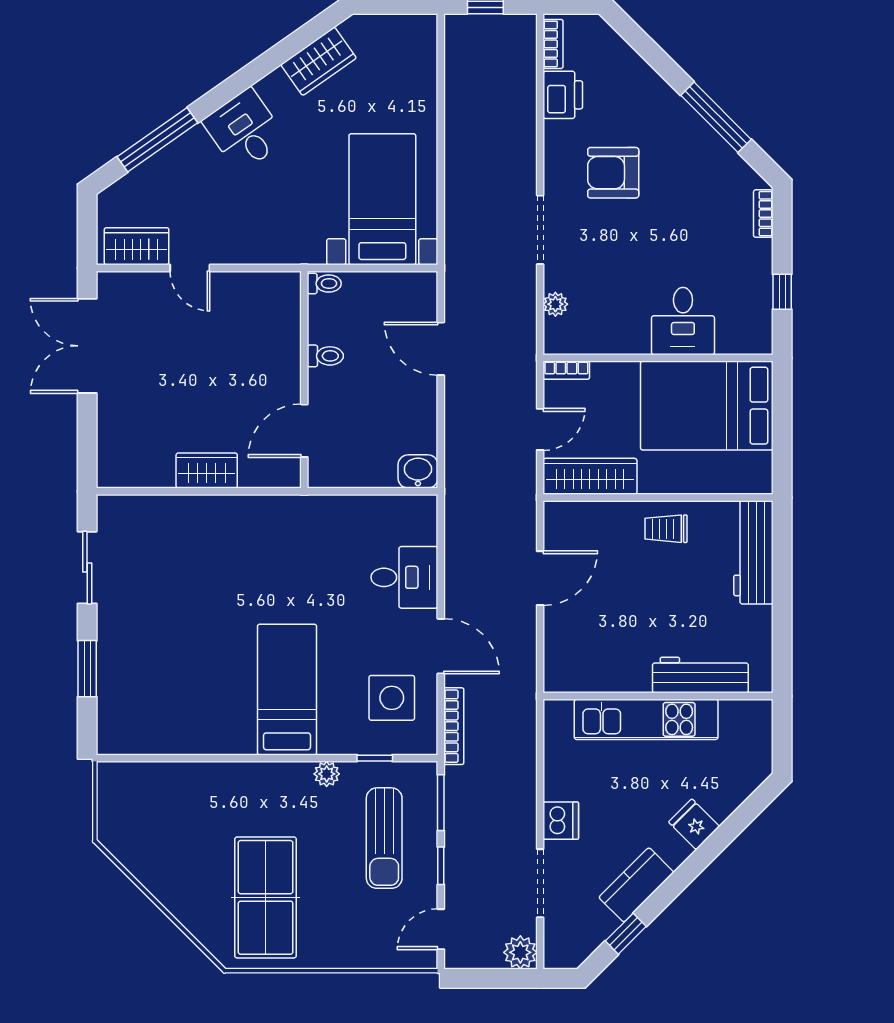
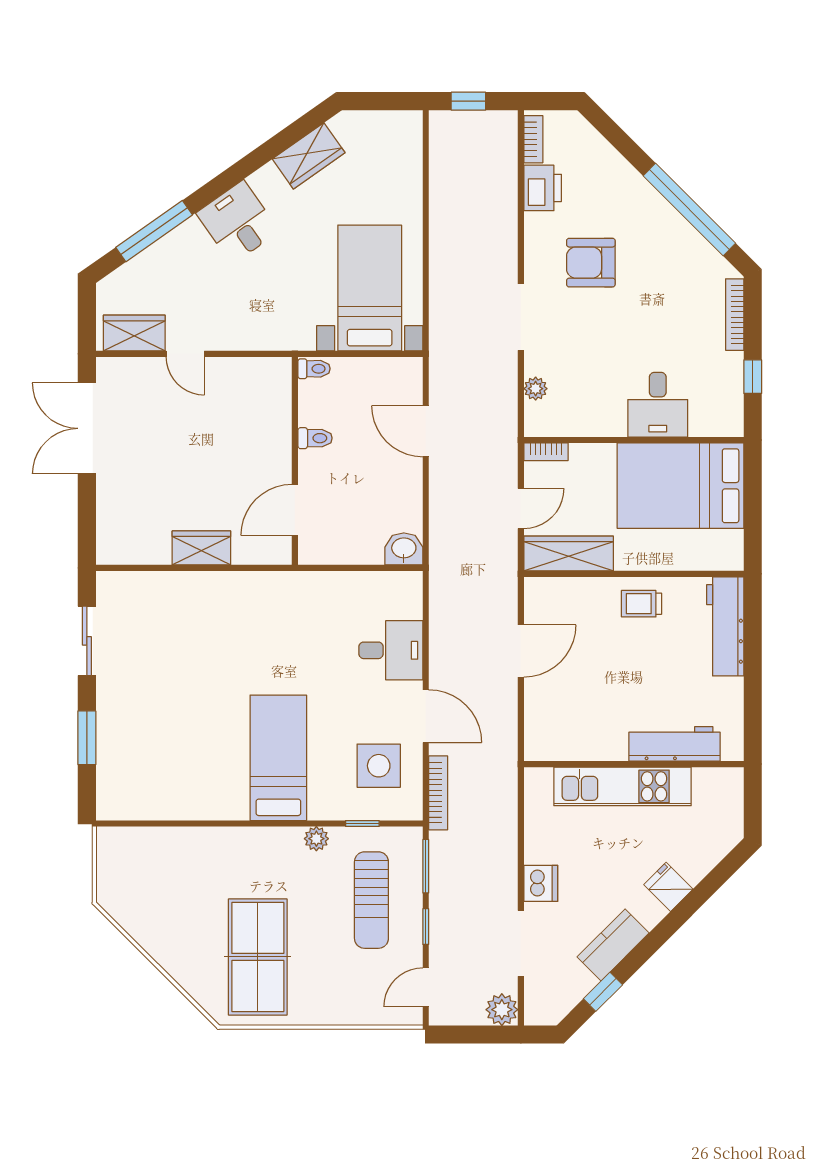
window: (716, 117) -> (689, 210), width x1.46
bookcase: (763, 214) -> (735, 315), width x1.56

